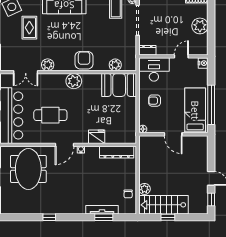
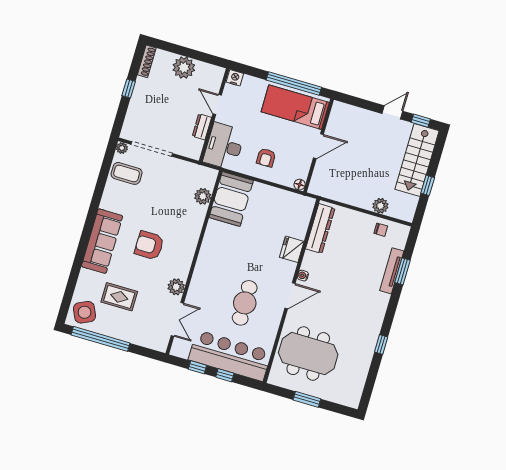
dresser: (147, 50) -> (202, 127), moved
armchair: (84, 60) -> (149, 245), moved
plant: (74, 81) -> (208, 258), removed
door: (64, 145) -> (290, 296), hinge flipped
stairs: (164, 205) -> (417, 160), moved

